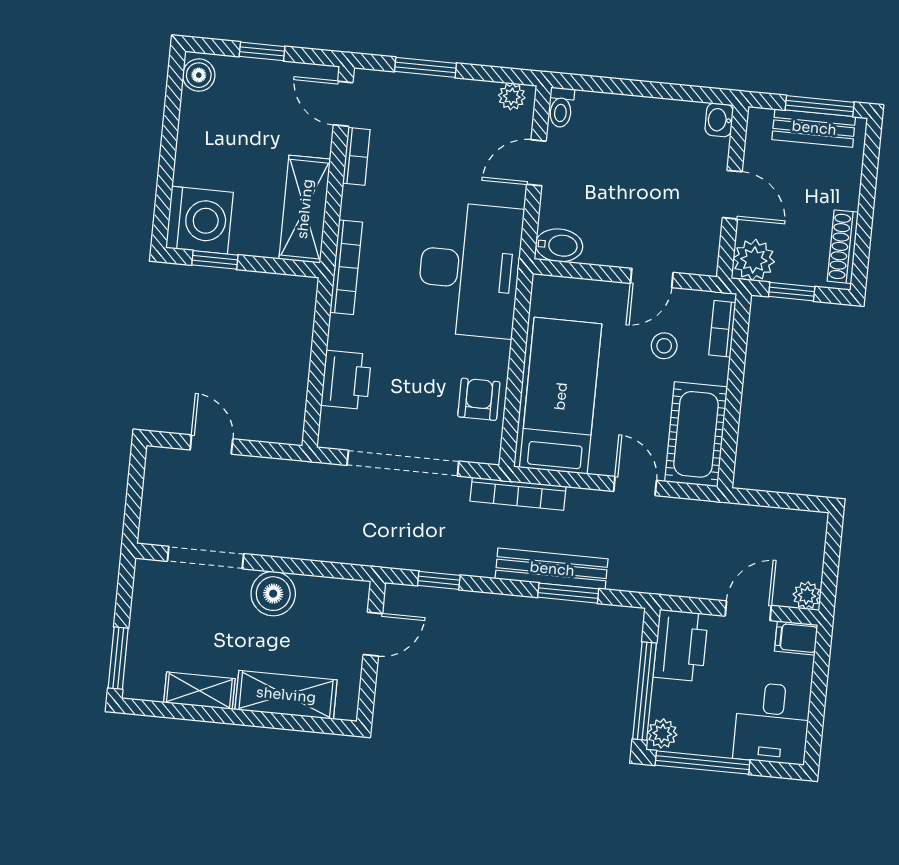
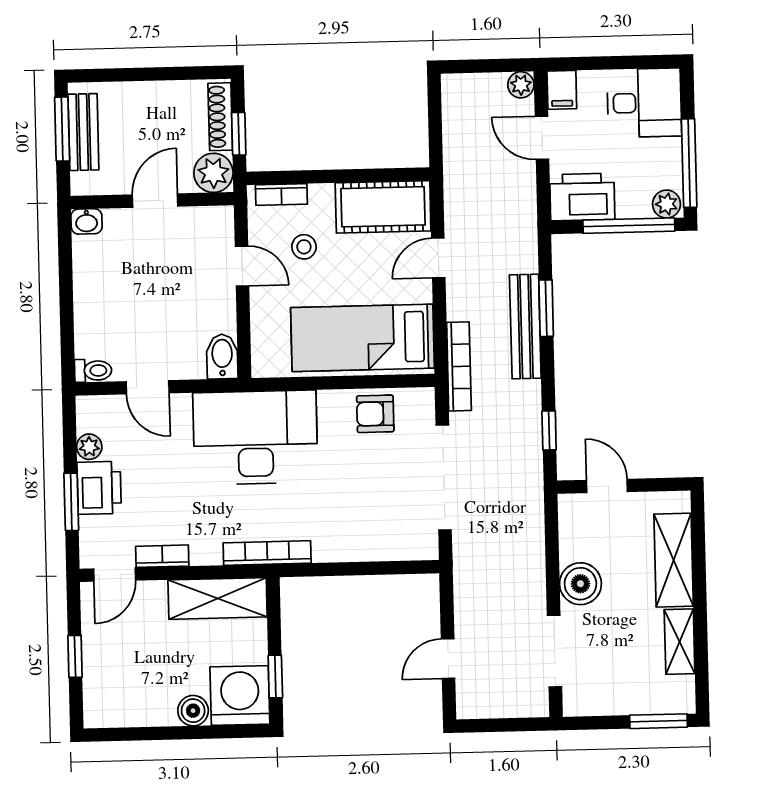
boiler: (199, 75) -> (193, 711), moved
plant: (512, 97) -> (89, 447), moved
shoe rack: (843, 247) -> (220, 117), moved, turned 90
printer: (346, 380) -> (99, 488), moved, turned 90

